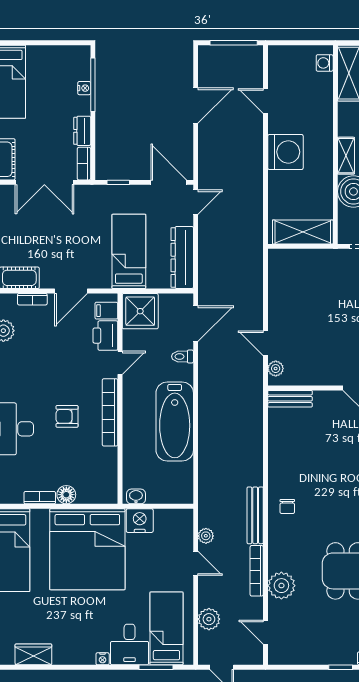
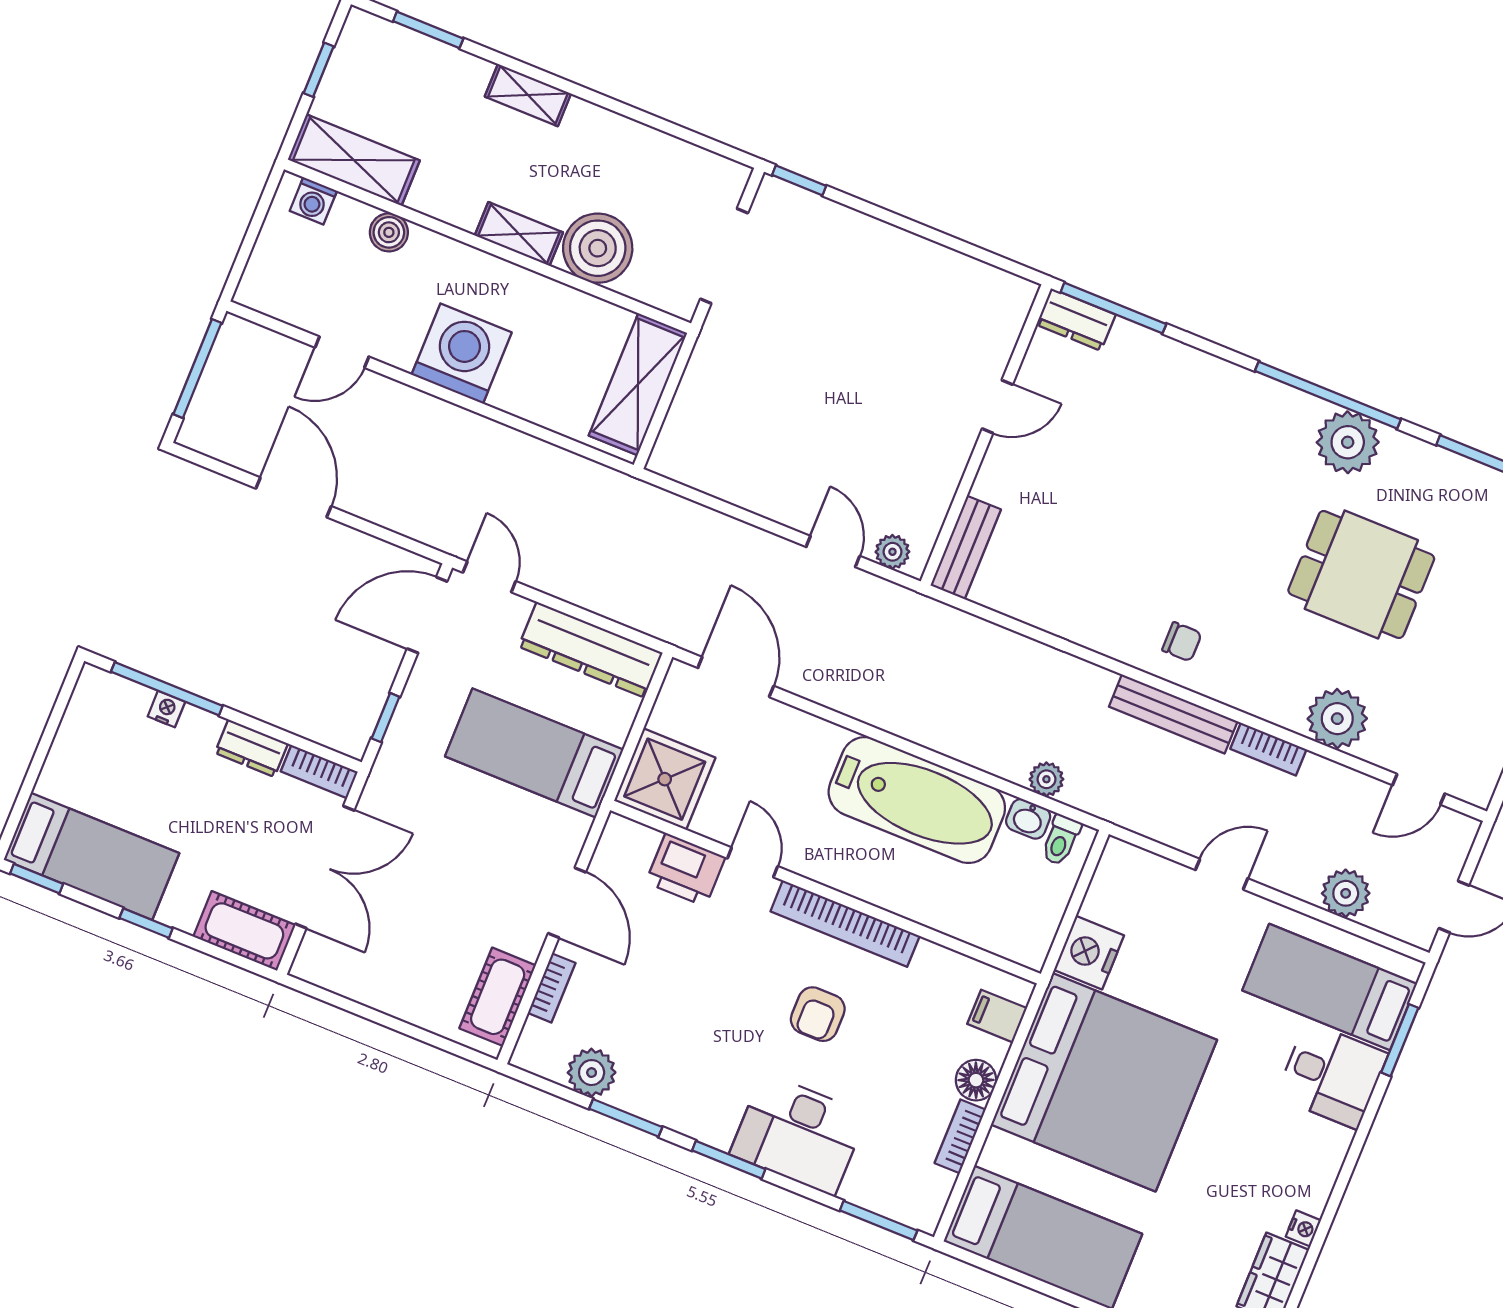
boiler: (324, 100) -> (389, 232), added
filing cabinet: (106, 311) -> (997, 1016), moved, turned 90
door: (266, 343) -> (833, 551), swing flipped
toilet: (183, 356) -> (1061, 840), moved
washbasin: (136, 496) -> (1028, 819), moved, turned -90
plant: (206, 536) -> (1046, 779), moved
bookcase: (257, 571) -> (1268, 749), width x0.64
nightstand: (103, 659) -> (1303, 1228), moved

